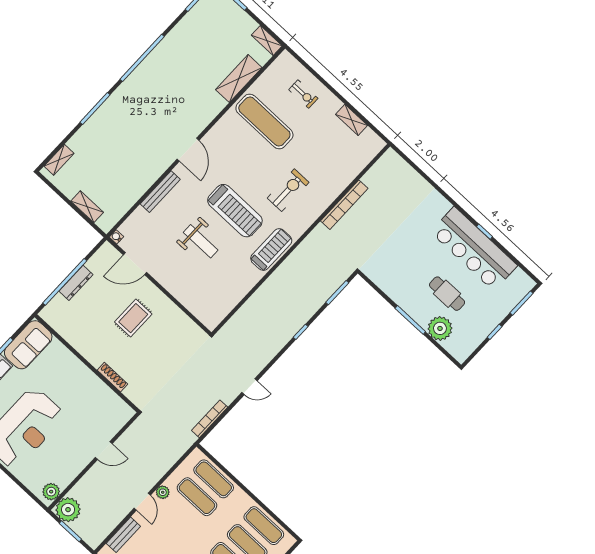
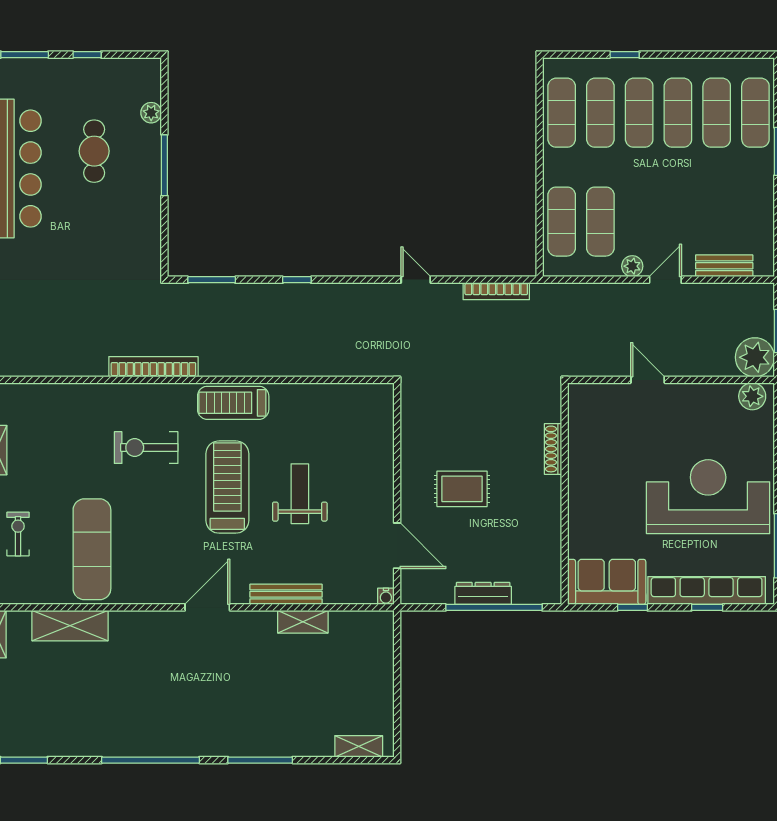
bookcase: (344, 205) -> (153, 367), moved
shelving: (87, 207) -> (303, 622), moved, turned 90
plant: (440, 328) -> (151, 113), width x0.53, depth x0.53

